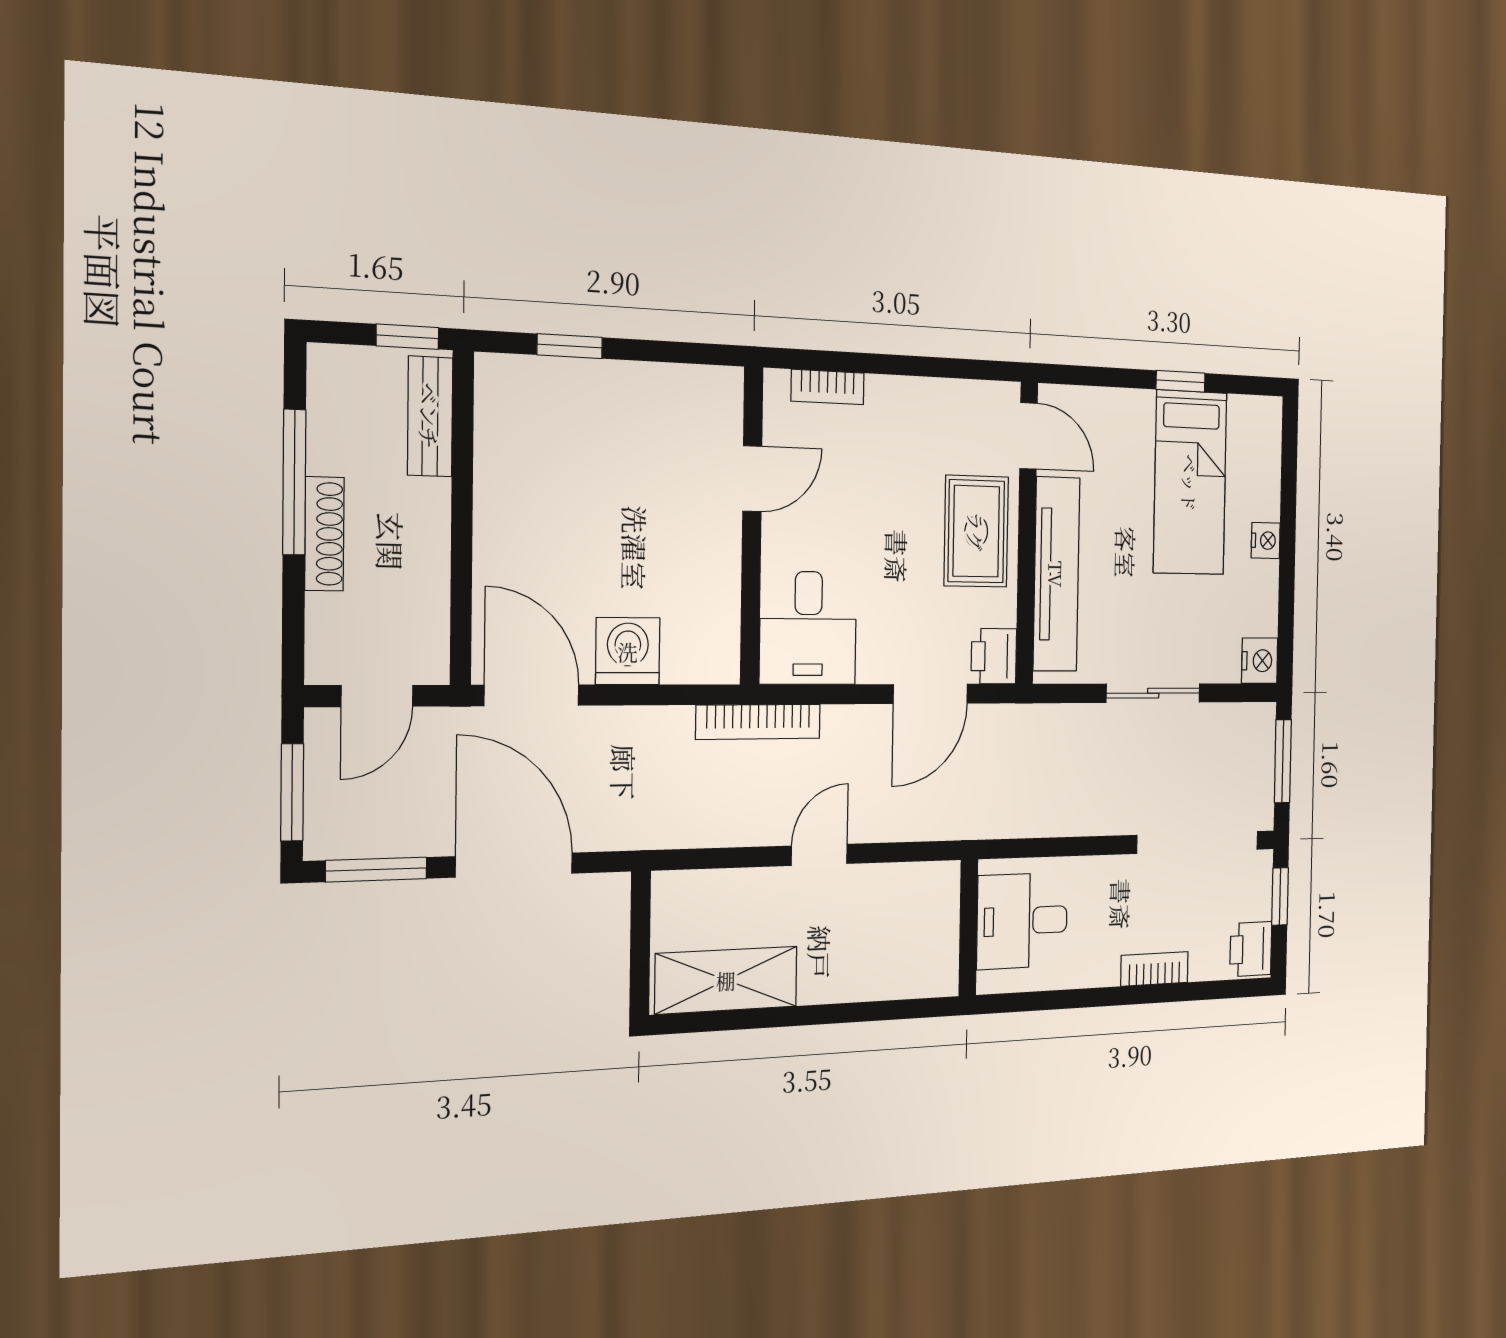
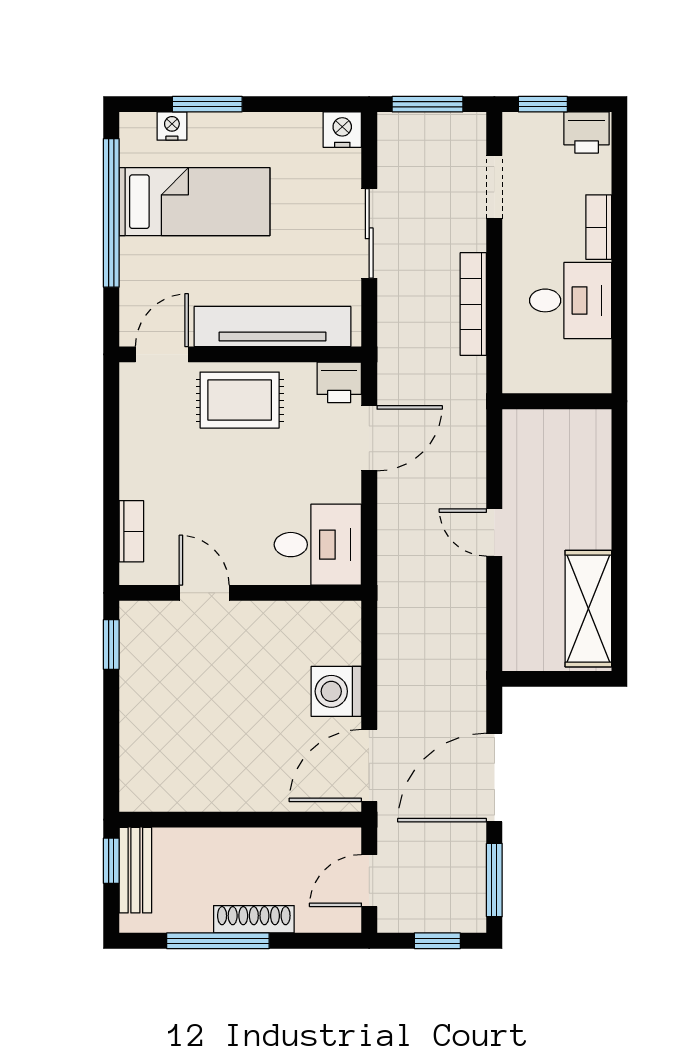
window: (570, 346) -> (111, 644), moved
window: (1181, 381) -> (111, 213), width x3.17
bench: (430, 416) -> (135, 870), moved, turned 90
window: (1288, 501) -> (207, 104), added
nightstand: (1266, 541) -> (172, 126), moved
door: (931, 694) -> (369, 438), hinge flipped
door: (377, 696) -> (369, 881), swing flipped
bookcase: (758, 722) -> (473, 304), moved, turned 180
window: (292, 792) -> (437, 941), width x0.67
doorway: (1198, 842) -> (494, 187), width x0.53
desk: (1022, 921) -> (571, 300), moved, turned -90

